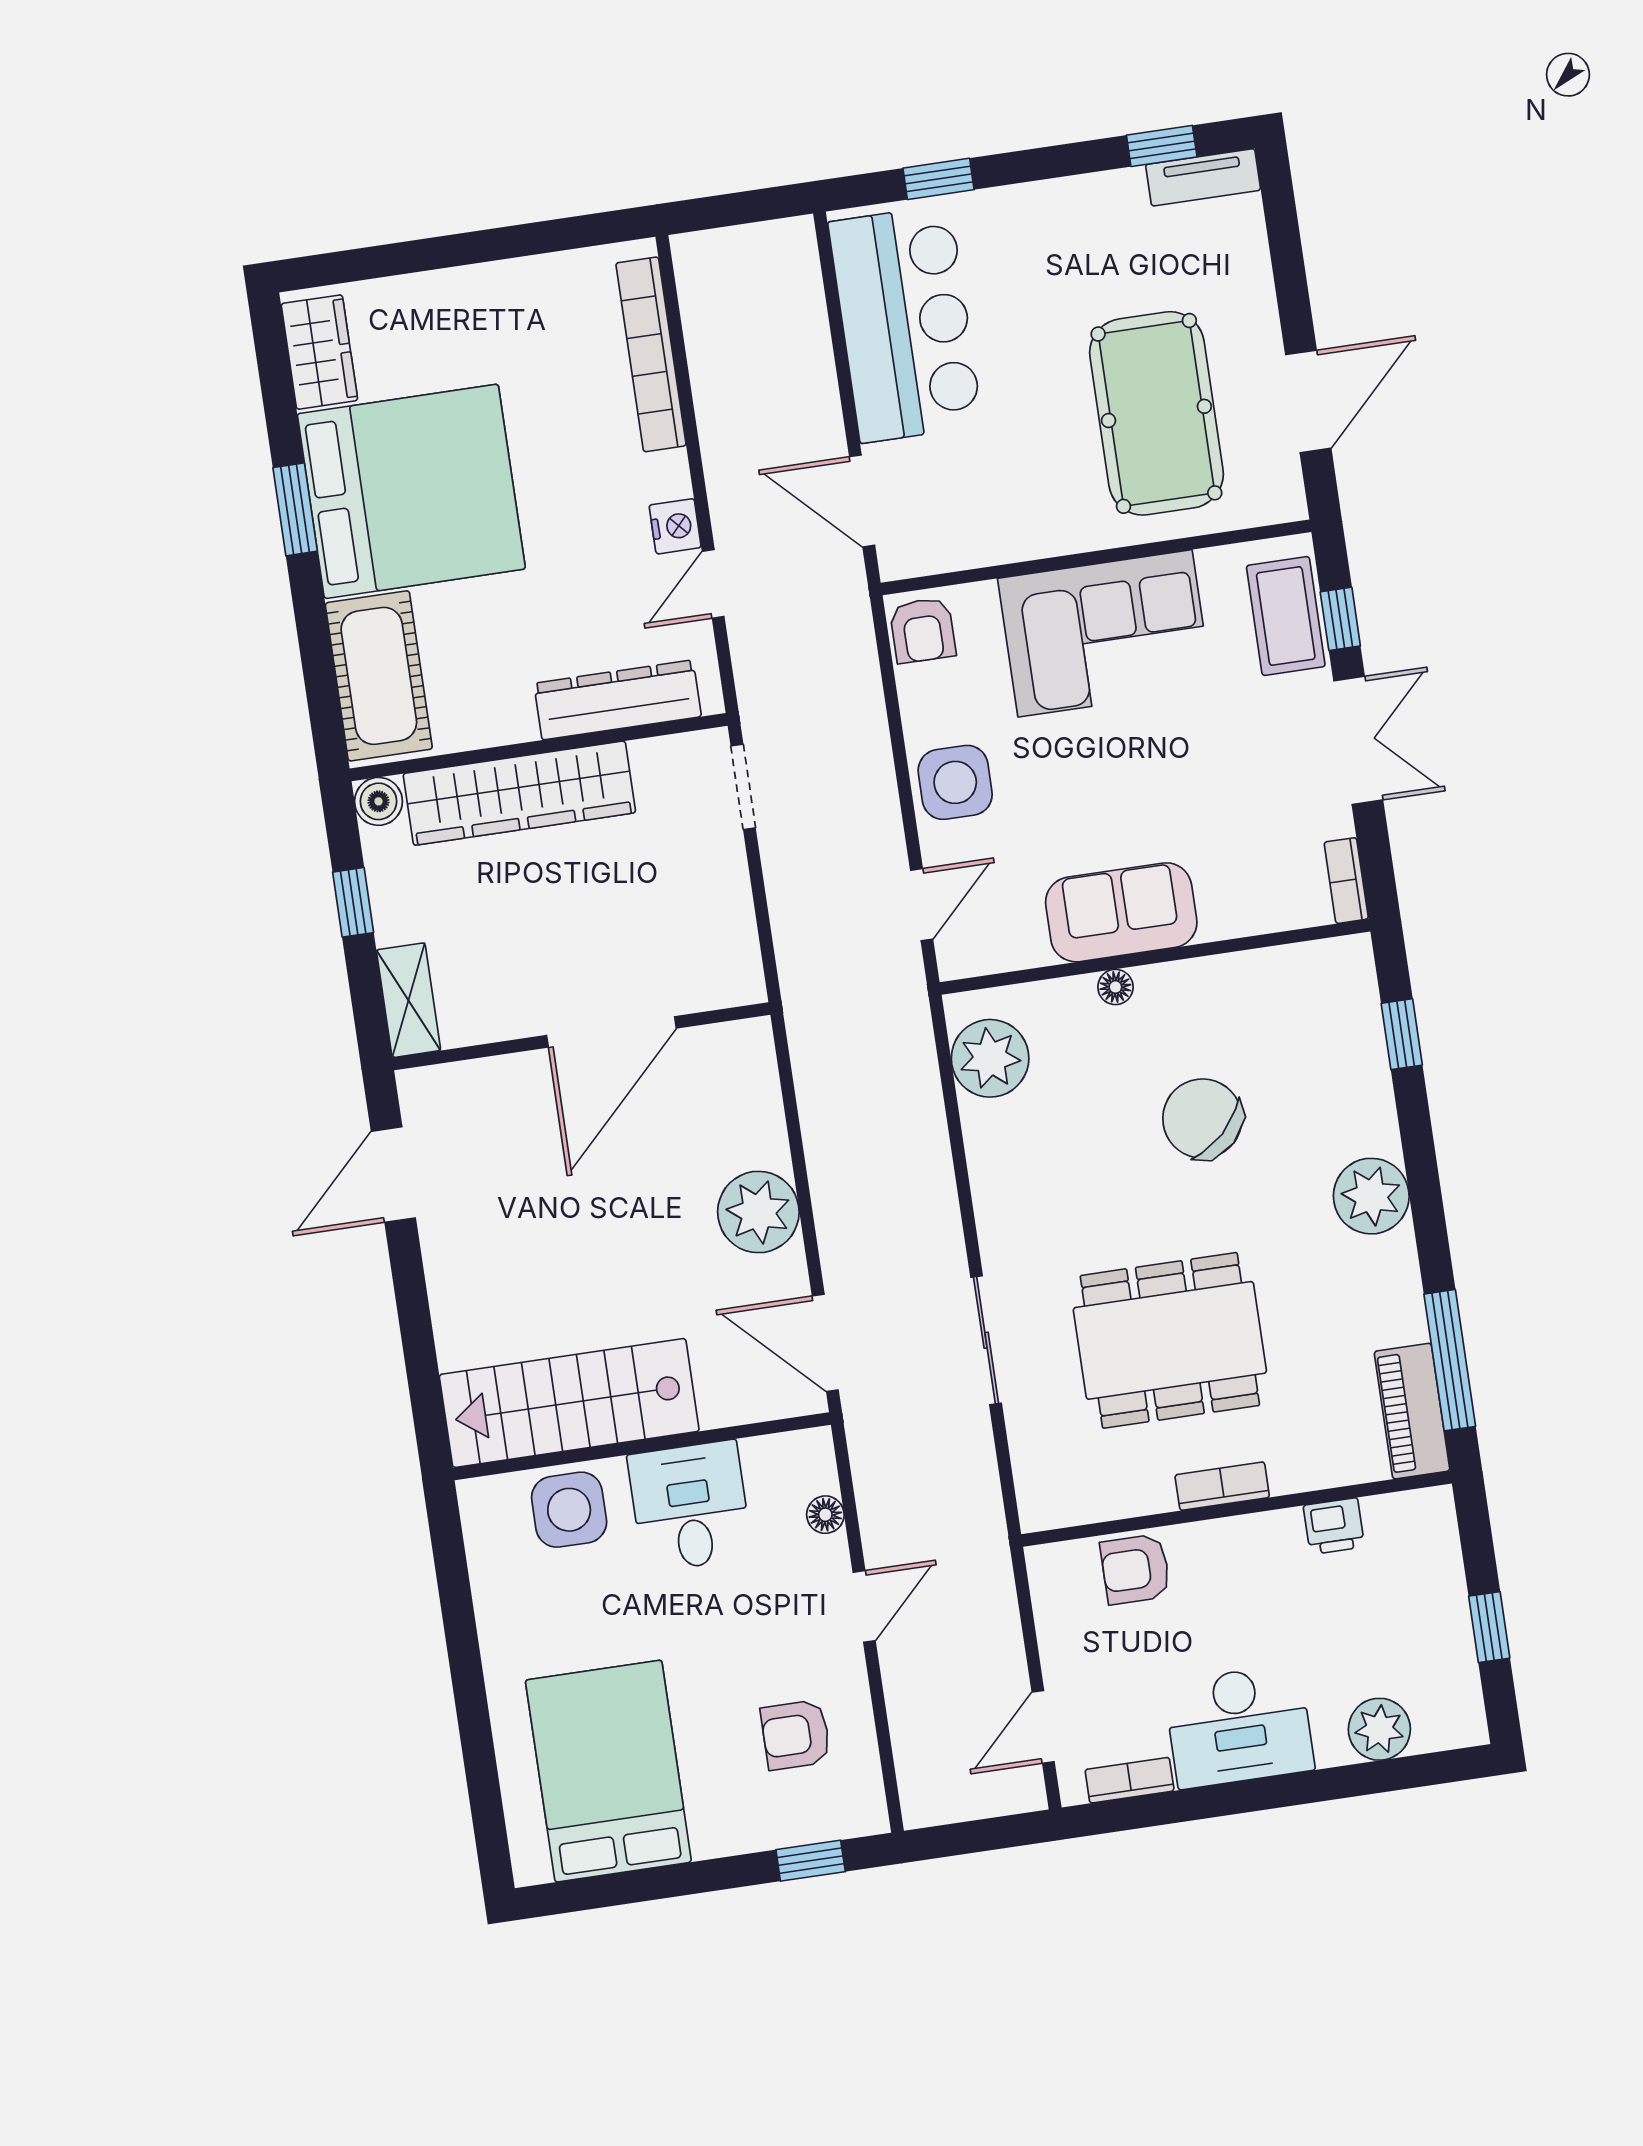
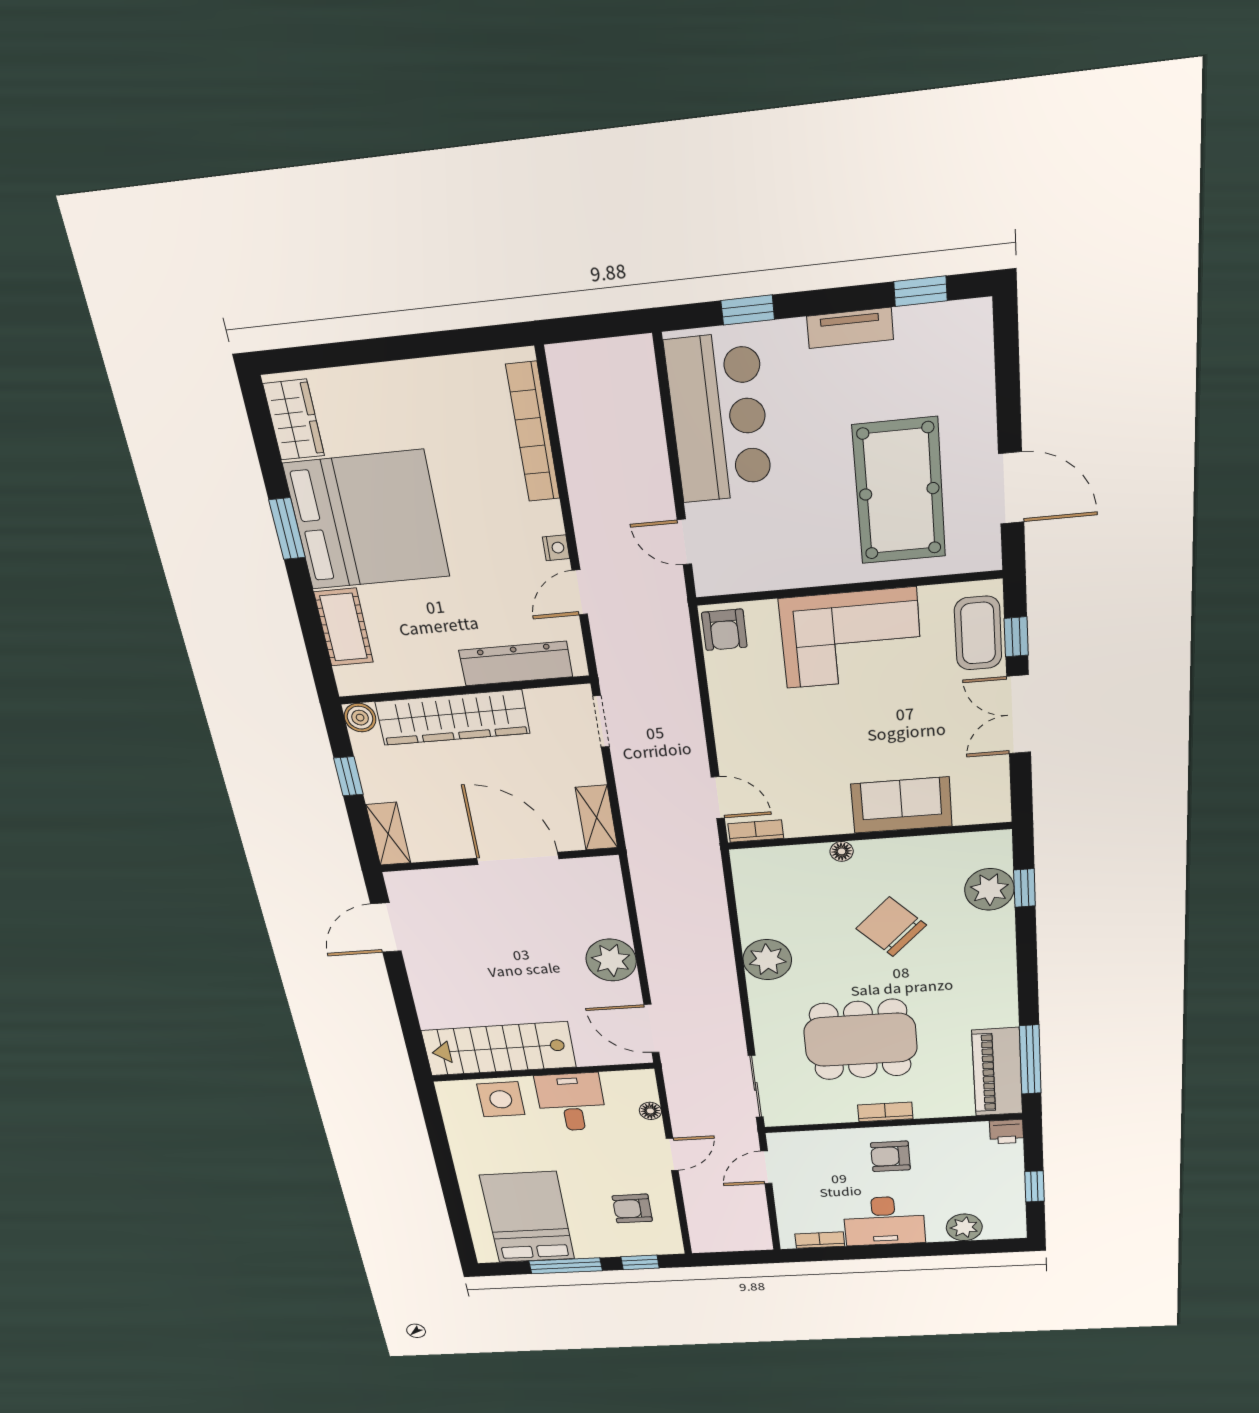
tv unit: (1203, 177) -> (850, 328), moved
door: (1308, 401) -> (1011, 488), hinge flipped
door: (862, 501) -> (684, 542), width x0.73
nightstand: (675, 526) -> (556, 548), width x0.72, depth x0.74
cot: (379, 676) -> (344, 627), width x0.73, depth x0.75
double door: (1358, 740) -> (1019, 715), swing flipped
side table: (955, 782) -> (743, 726), removed
bookcase: (1346, 881) -> (756, 831), moved, turned 90
door: (922, 905) -> (718, 798), hinge flipped
sofa: (1121, 912) -> (901, 805), moved
shelving: (736, 951) -> (597, 818), added
door: (611, 1032) -> (518, 858), swing flipped
plant: (990, 1058) -> (767, 960), moved
plant: (1371, 1196) -> (989, 889), moved
sliding door: (986, 1340) -> (756, 1086), moved
piano: (1412, 1411) -> (997, 1072), width x1.37, depth x1.33
printer: (1334, 1526) -> (1007, 1132), moved
armchair: (1135, 1569) -> (890, 1156), moved
door: (1043, 1727) -> (766, 1167), moved
window: (675, 1881) -> (566, 1266), added

